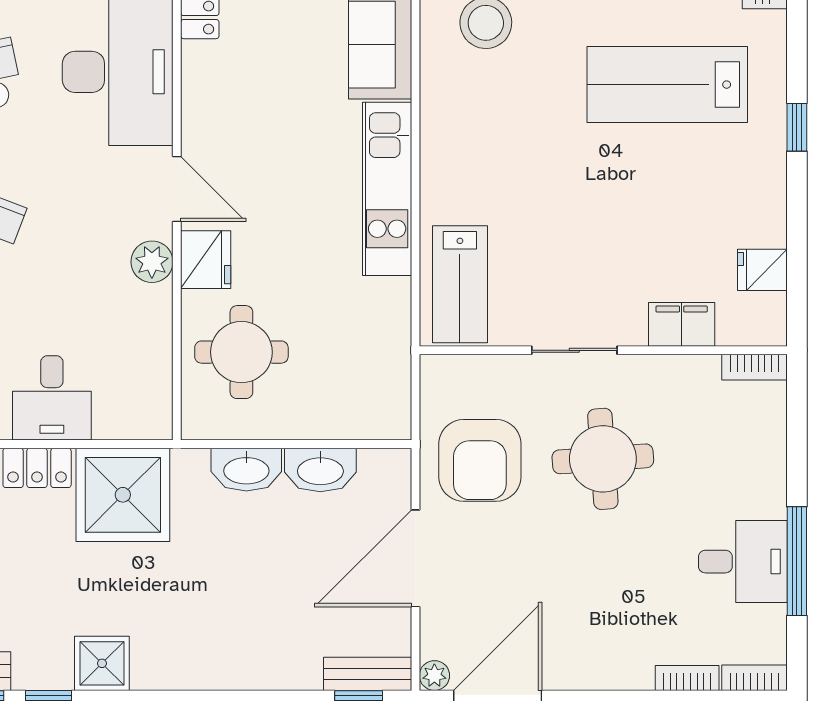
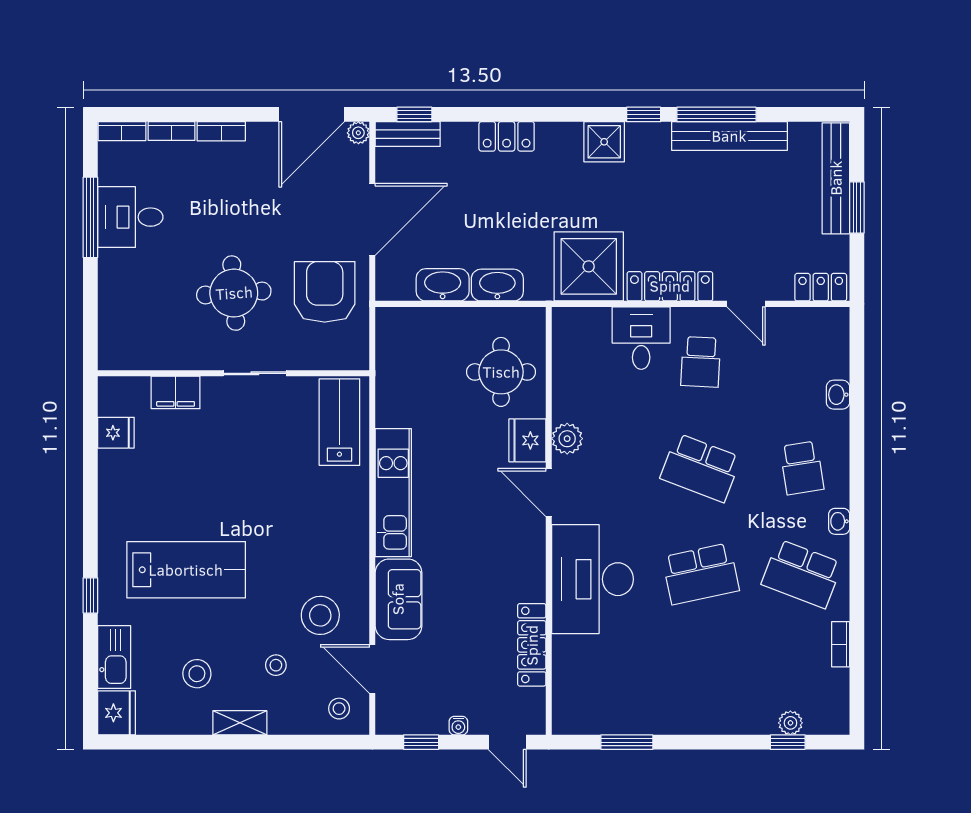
window: (797, 127) -> (90, 595), moved
bookcase: (755, 367) -> (221, 131), moved, turned 180
locker: (234, 671) -> (507, 136), added

